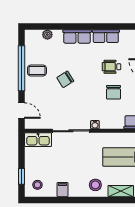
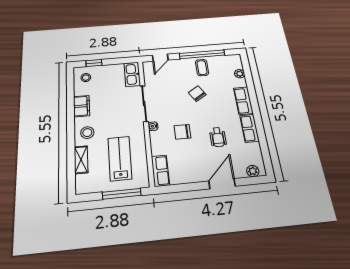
wheelchair: (111, 67) -> (218, 137), turned 180
chair: (114, 92) -> (182, 132), moved
filing cabinet: (63, 190) -> (82, 106), width x2.00

